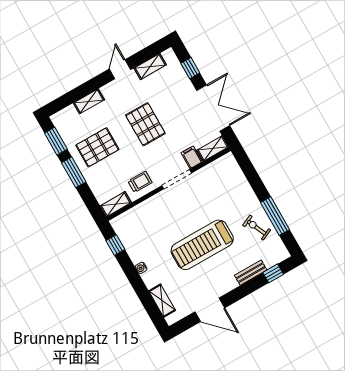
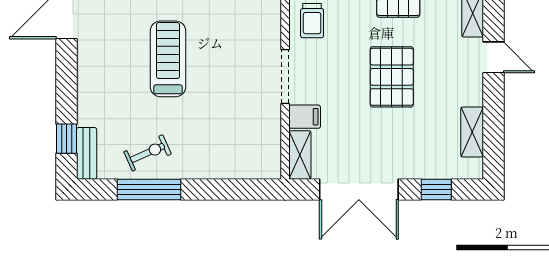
door: (120, 69) -> (493, 57), moved
pallet: (145, 124) -> (392, 77), turned 90
treadmill: (202, 245) -> (168, 59), width x0.73, depth x0.73
bench: (251, 273) -> (87, 153), moved

